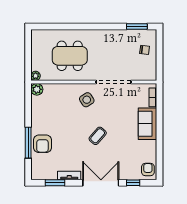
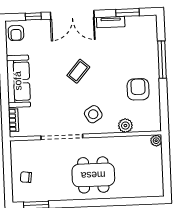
dining table: (70, 56) -> (93, 175), moved
plant: (37, 89) -> (125, 126), moved
sofa: (148, 124) -> (18, 81), width x1.36
armchair: (42, 144) -> (138, 89), moved

